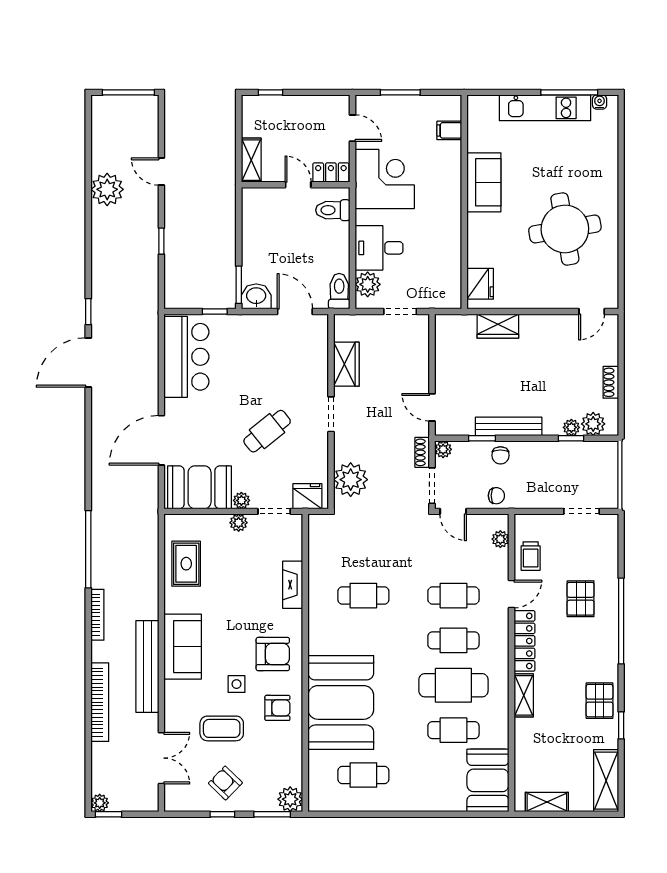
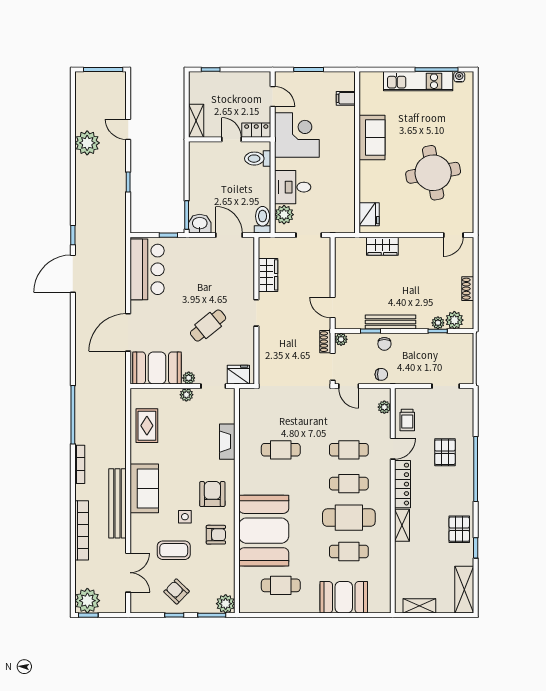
plant: (351, 480) -> (271, 362), removed
armchair: (273, 654) -> (212, 494), turned -90
booth: (488, 780) -> (344, 597), moved, turned 90
plant: (100, 803) -> (87, 601), width x1.88, depth x1.88

